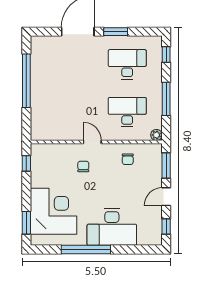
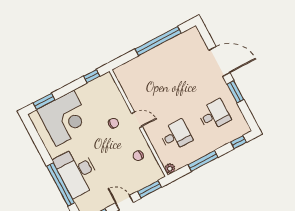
desk: (127, 64) -> (214, 115), width x0.73
desk: (127, 112) -> (176, 135), width x0.73
door: (92, 142) -> (137, 120), hinge flipped
window: (86, 249) -> (61, 185), moved

